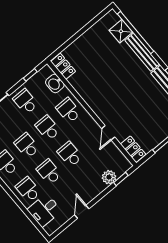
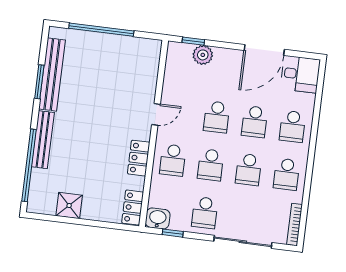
shower: (121, 31) -> (69, 206), moved
washbasin: (55, 84) -> (158, 218), moved, turned -90
door: (108, 133) -> (156, 114), moved
locker: (133, 149) -> (139, 158), moved
desk: (44, 210) -> (300, 74), moved
door: (82, 212) -> (264, 50), width x1.88

